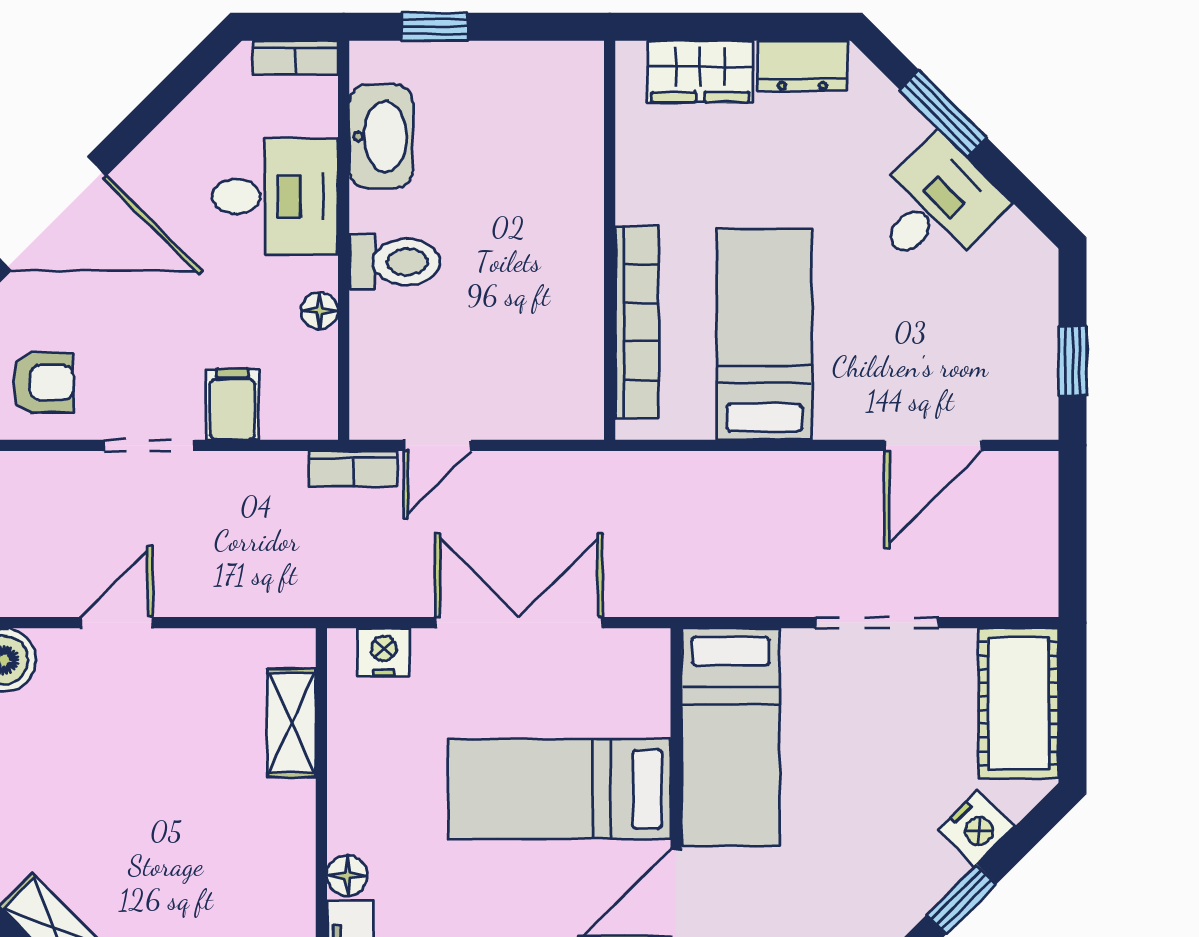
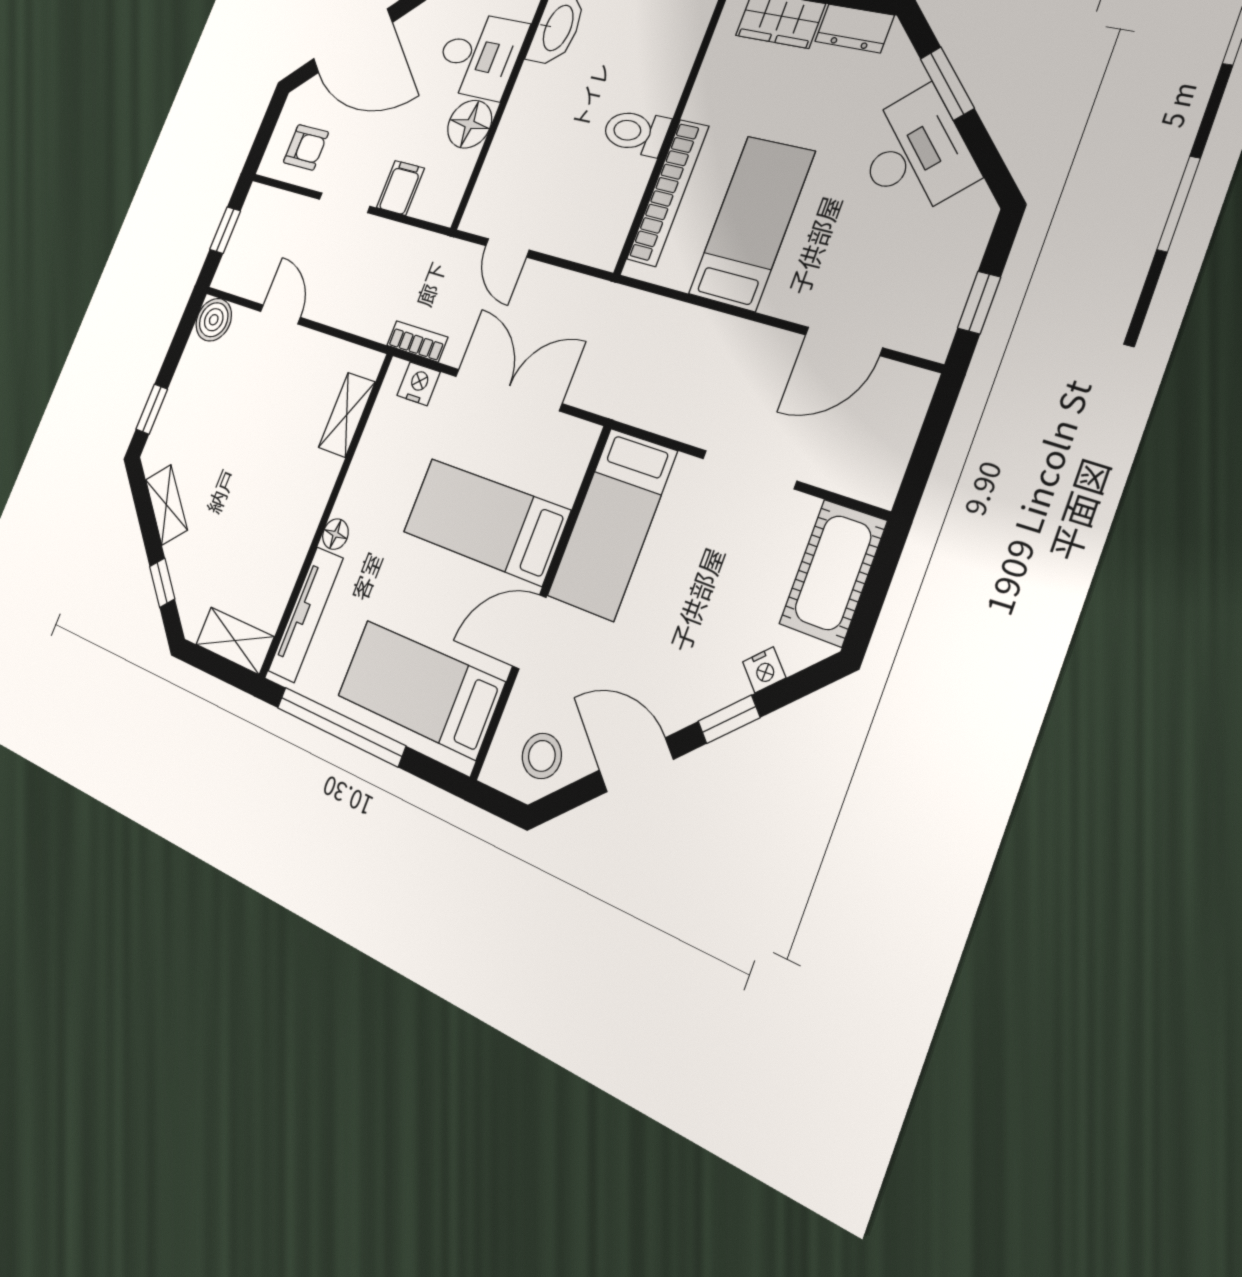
desk: (935, 206) -> (914, 154), width x1.37
toilet: (395, 262) -> (635, 132), moved, turned 180
floor lamp: (320, 311) -> (470, 124), width x1.89, depth x1.89
door: (437, 445) -> (507, 248), hinge flipped
bookcase: (353, 469) -> (417, 341), moved, turned 180
door: (117, 623) -> (280, 314), hinge flipped
nightstand: (976, 828) -> (764, 670), width x0.72, depth x0.74

